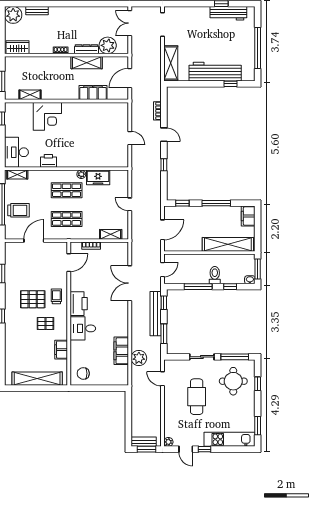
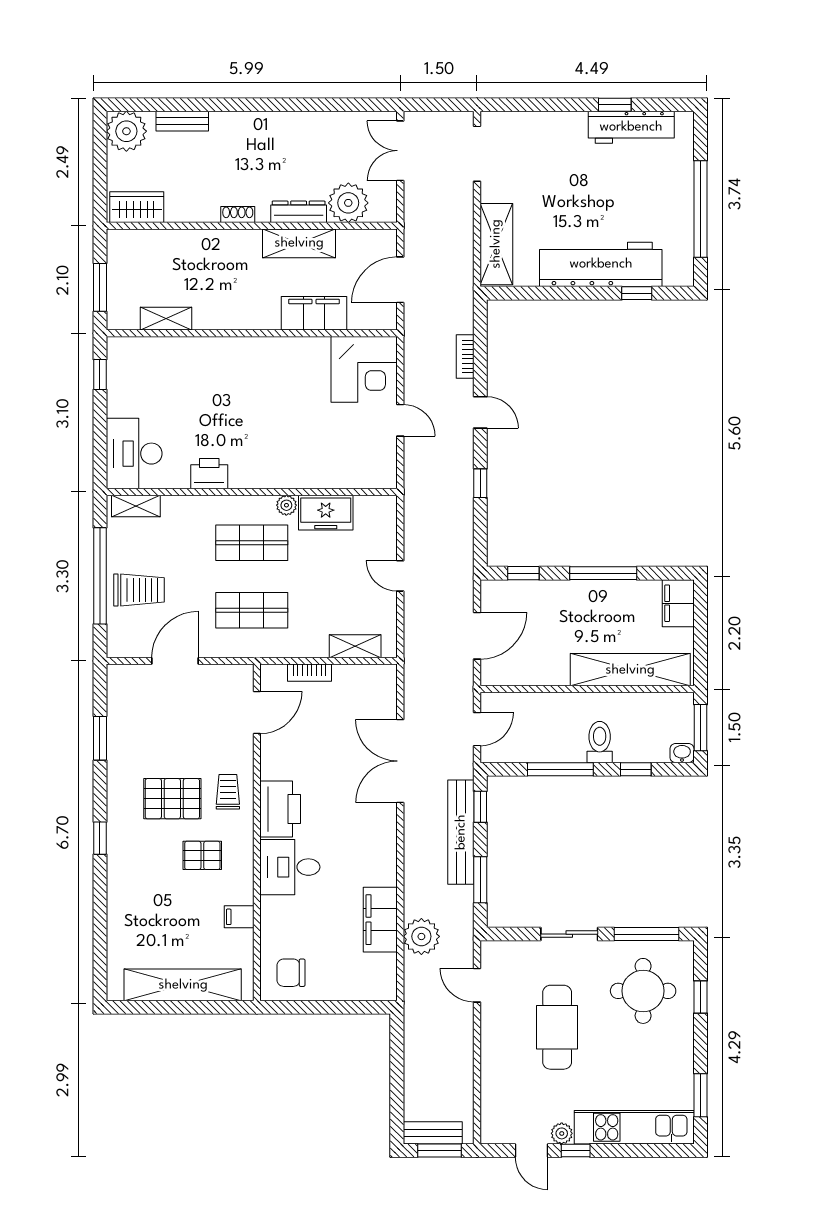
corner desk: (47, 116) -> (364, 369), moved
filing cabinet: (61, 350) -> (239, 917), width x0.50
plant: (168, 442) -> (562, 1133), moved

